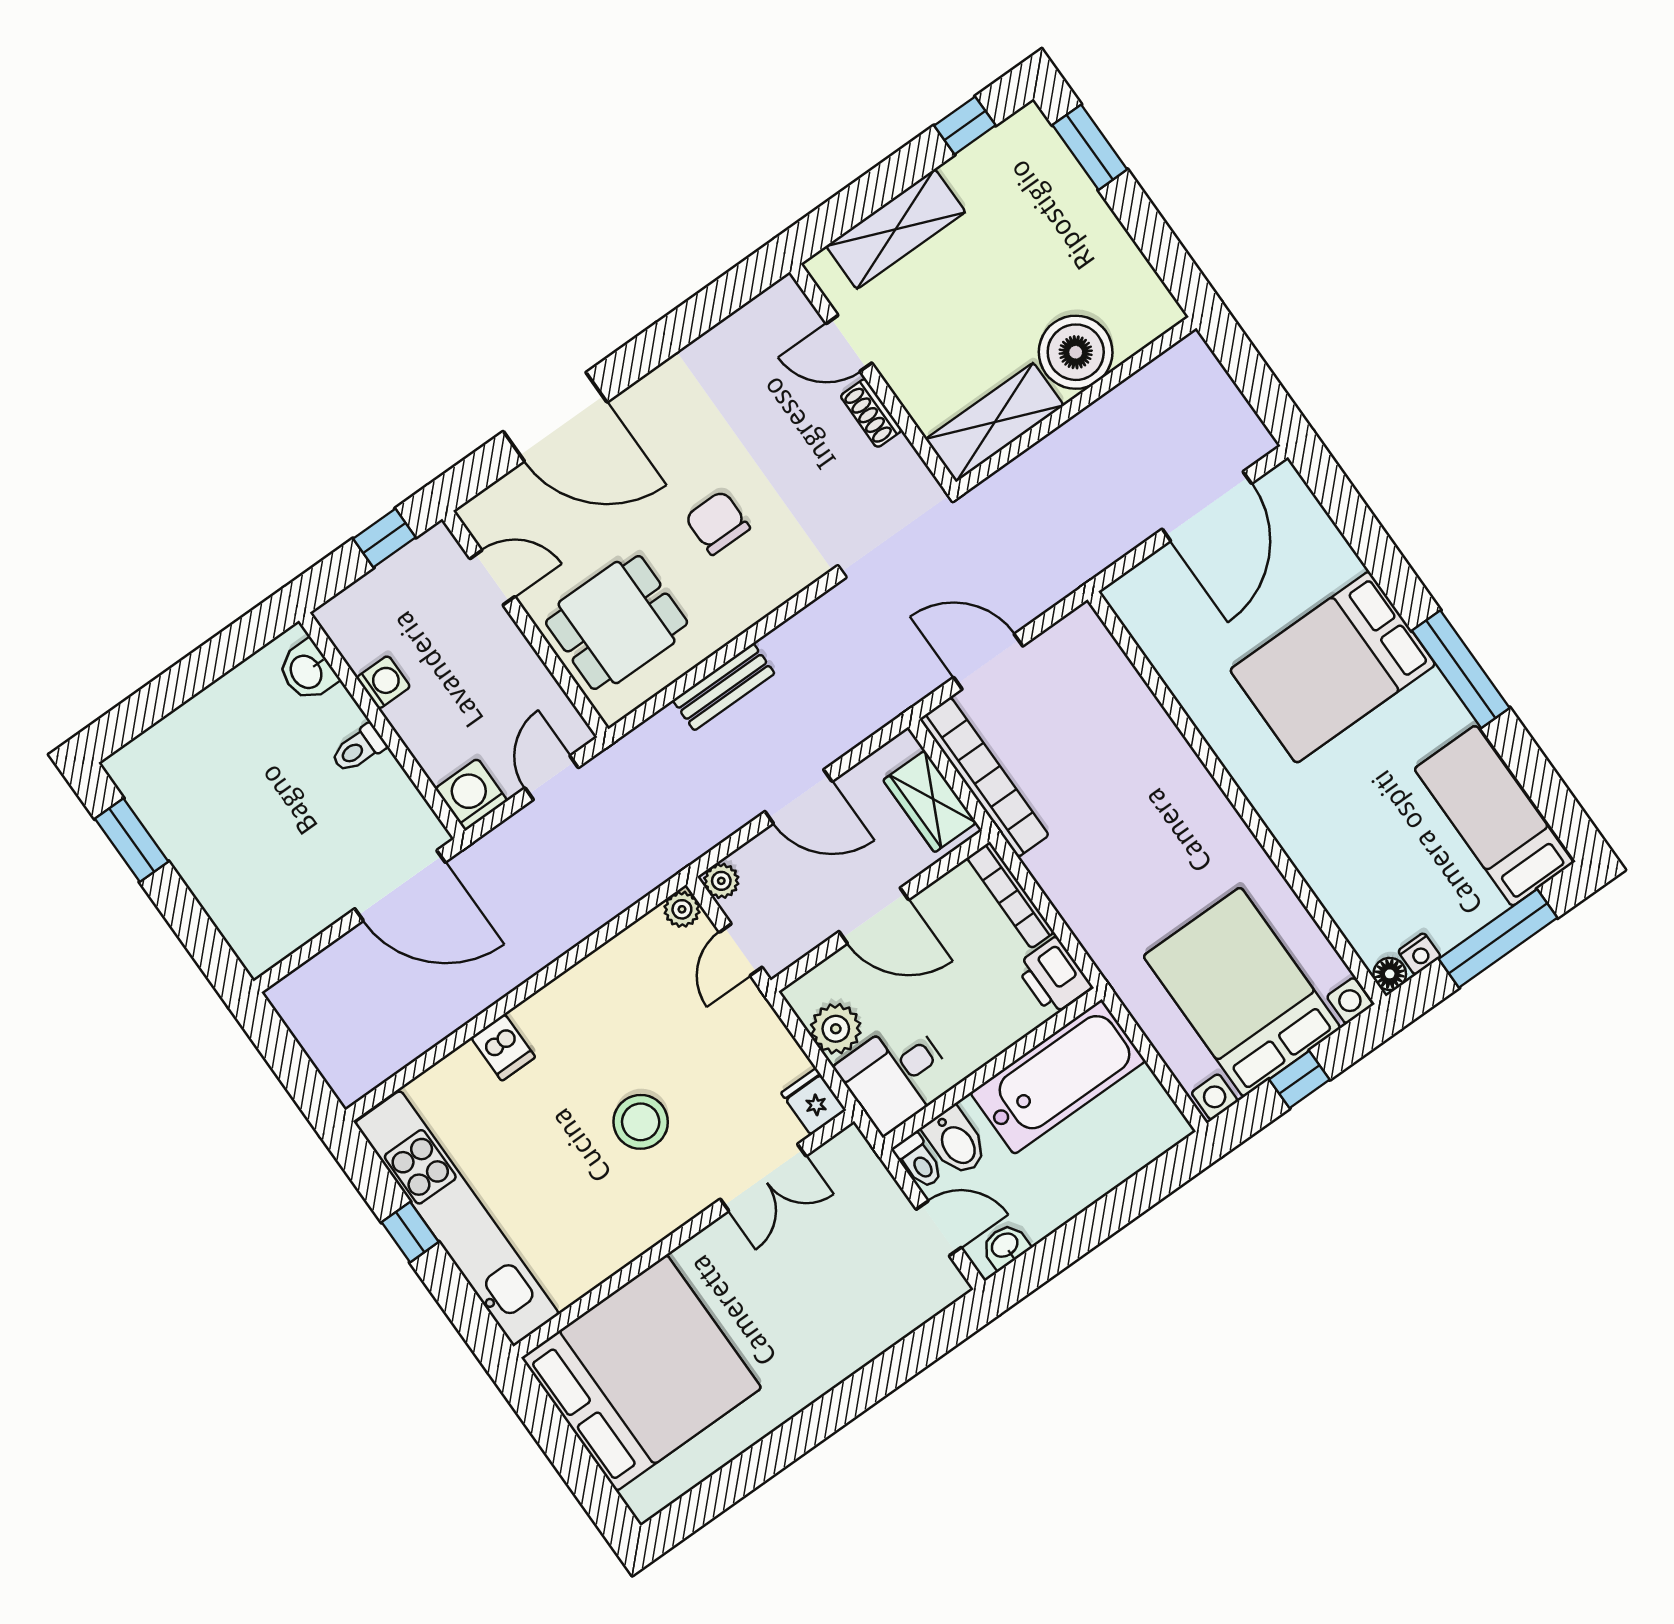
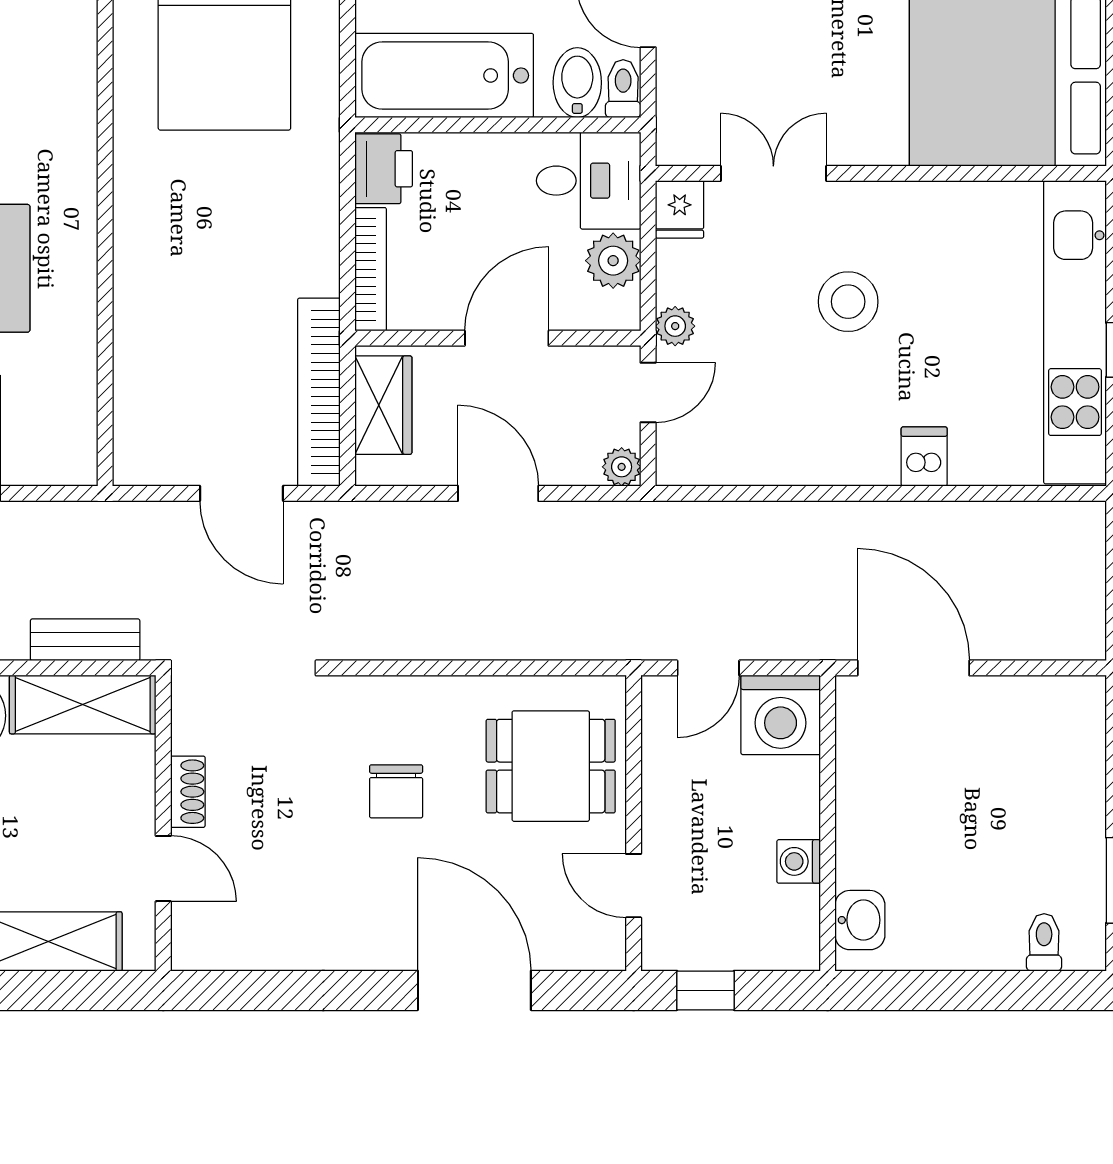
bench: (724, 687) -> (85, 640), moved
toilet: (358, 749) -> (1044, 942), moved, turned -90
washing machine: (471, 795) -> (781, 715), width x1.37, depth x1.37
plant: (682, 909) -> (675, 326), moved
door: (874, 916) -> (507, 338), hinge flipped

